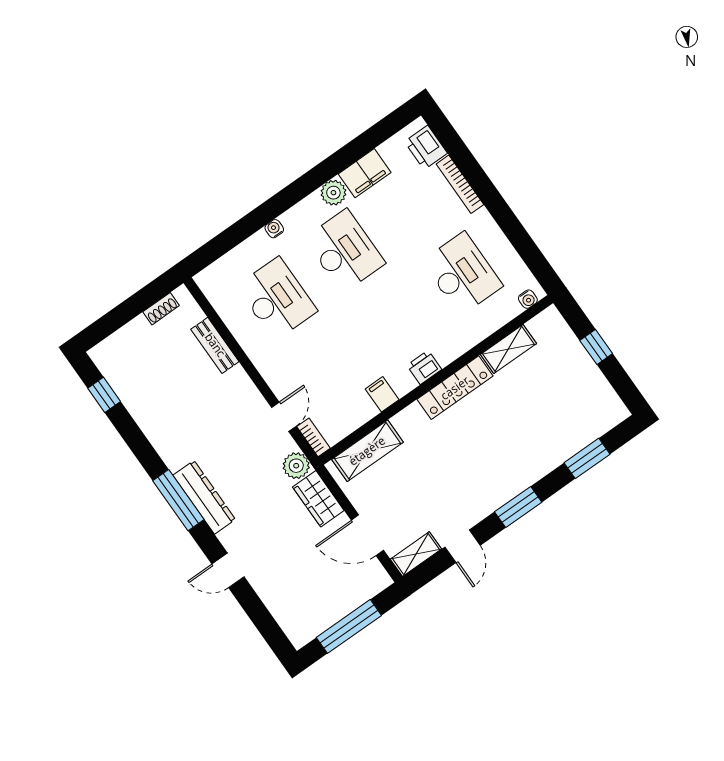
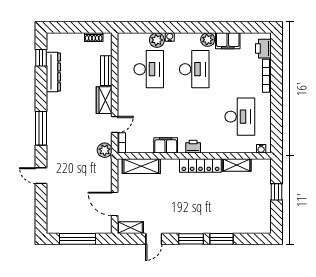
plant: (258, 247) -> (157, 40), added
filing cabinet: (382, 394) -> (166, 145), width x2.00
window: (587, 458) -> (222, 239), moved
dresser: (204, 497) -> (53, 72), moved
wardrobe: (318, 499) -> (104, 100), moved

